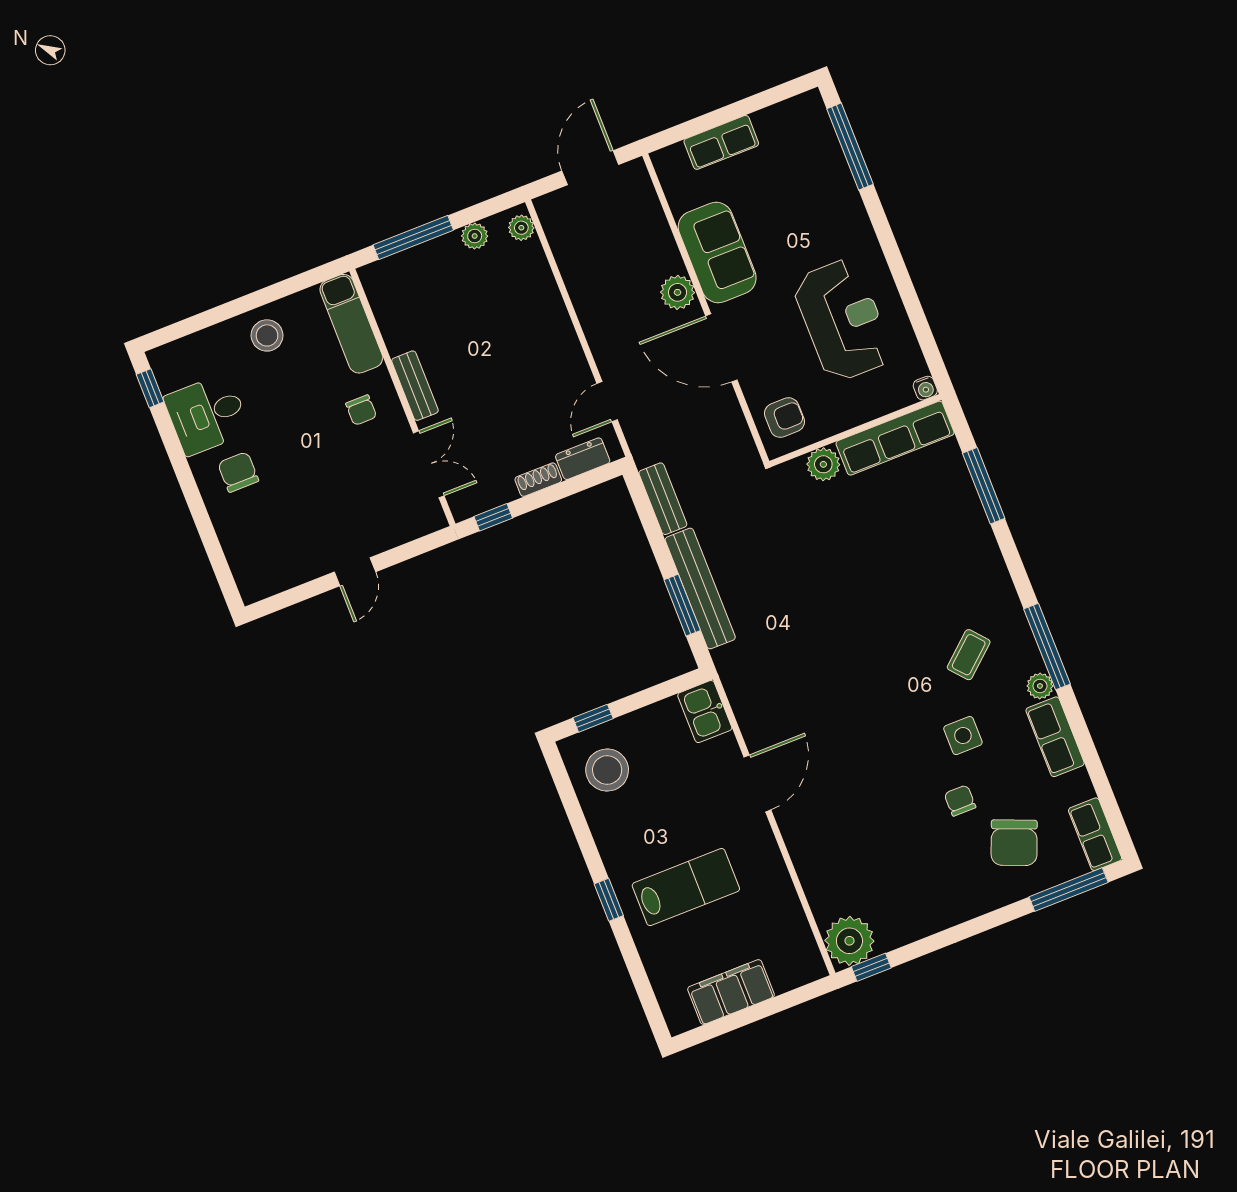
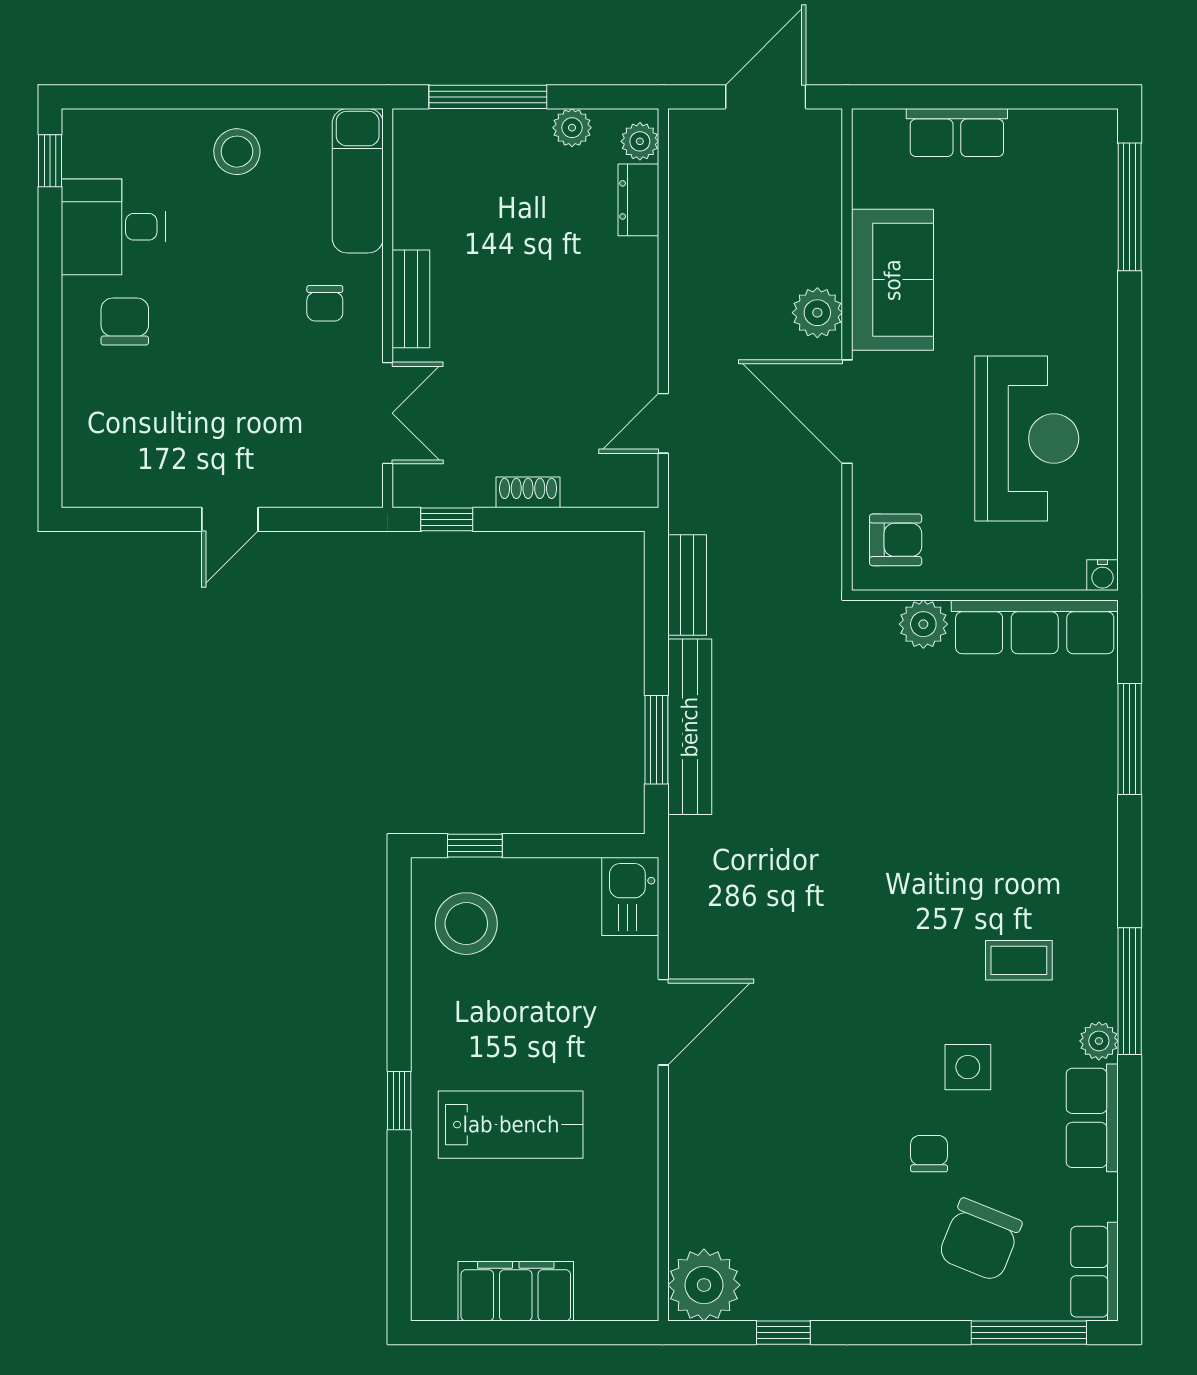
dresser: (583, 459) -> (638, 200), moved, turned -90
coffee table: (969, 655) -> (1019, 960), turned 41
window: (871, 967) -> (783, 1333), moved

